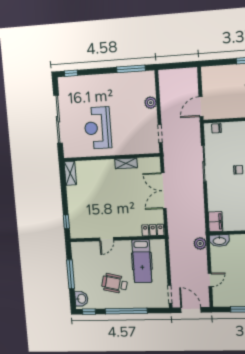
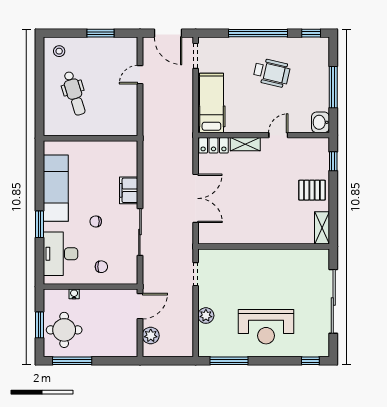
reception desk: (98, 128) -> (266, 327), moved, turned 90
chair: (216, 128) -> (101, 267), moved
shelving: (126, 163) -> (245, 144), moved
pallet: (80, 200) -> (312, 190), added
filing cabinet: (215, 222) -> (129, 190), moved
washbasin: (219, 241) -> (125, 128), removed
plant: (200, 243) -> (151, 336), moved
hospital bed: (142, 261) -> (211, 103), moved
washbasin: (81, 299) -> (320, 122), moved

